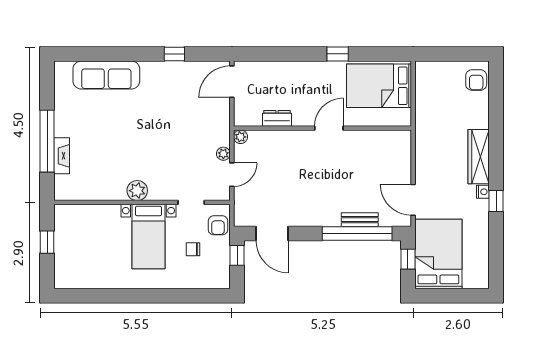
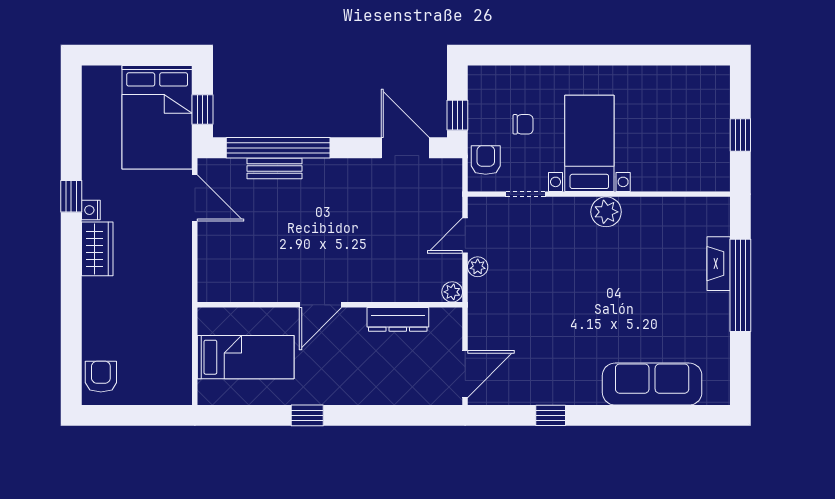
bed: (379, 86) -> (246, 357), width x0.67
dresser: (277, 118) -> (398, 319), width x1.44
wardrobe: (479, 157) -> (97, 249), width x0.67

